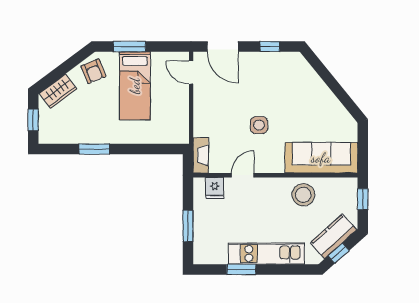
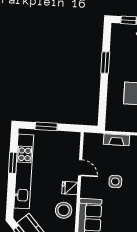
fireplace: (201, 155) -> (116, 140), moved
fridge: (215, 188) -> (70, 188), moved
kitchen unit: (266, 254) -> (24, 171), width x1.36

